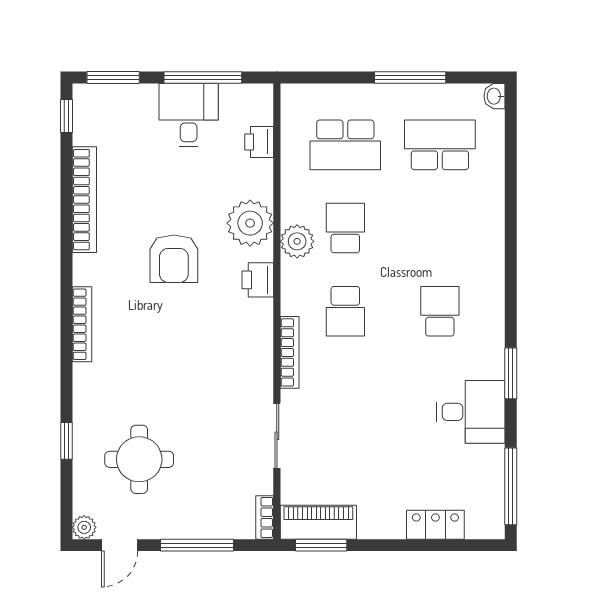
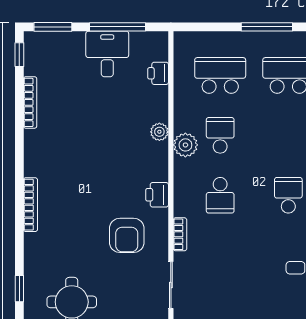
school desk: (345, 145) -> (220, 75), turned 180
bookcase: (84, 200) -> (30, 102), width x0.68, depth x0.76
plant: (250, 223) -> (159, 132), width x0.53, depth x0.53
armchair: (174, 259) -> (127, 235), moved
printer: (258, 280) -> (157, 195), moved
bookcase: (290, 352) -> (180, 234), width x0.64

